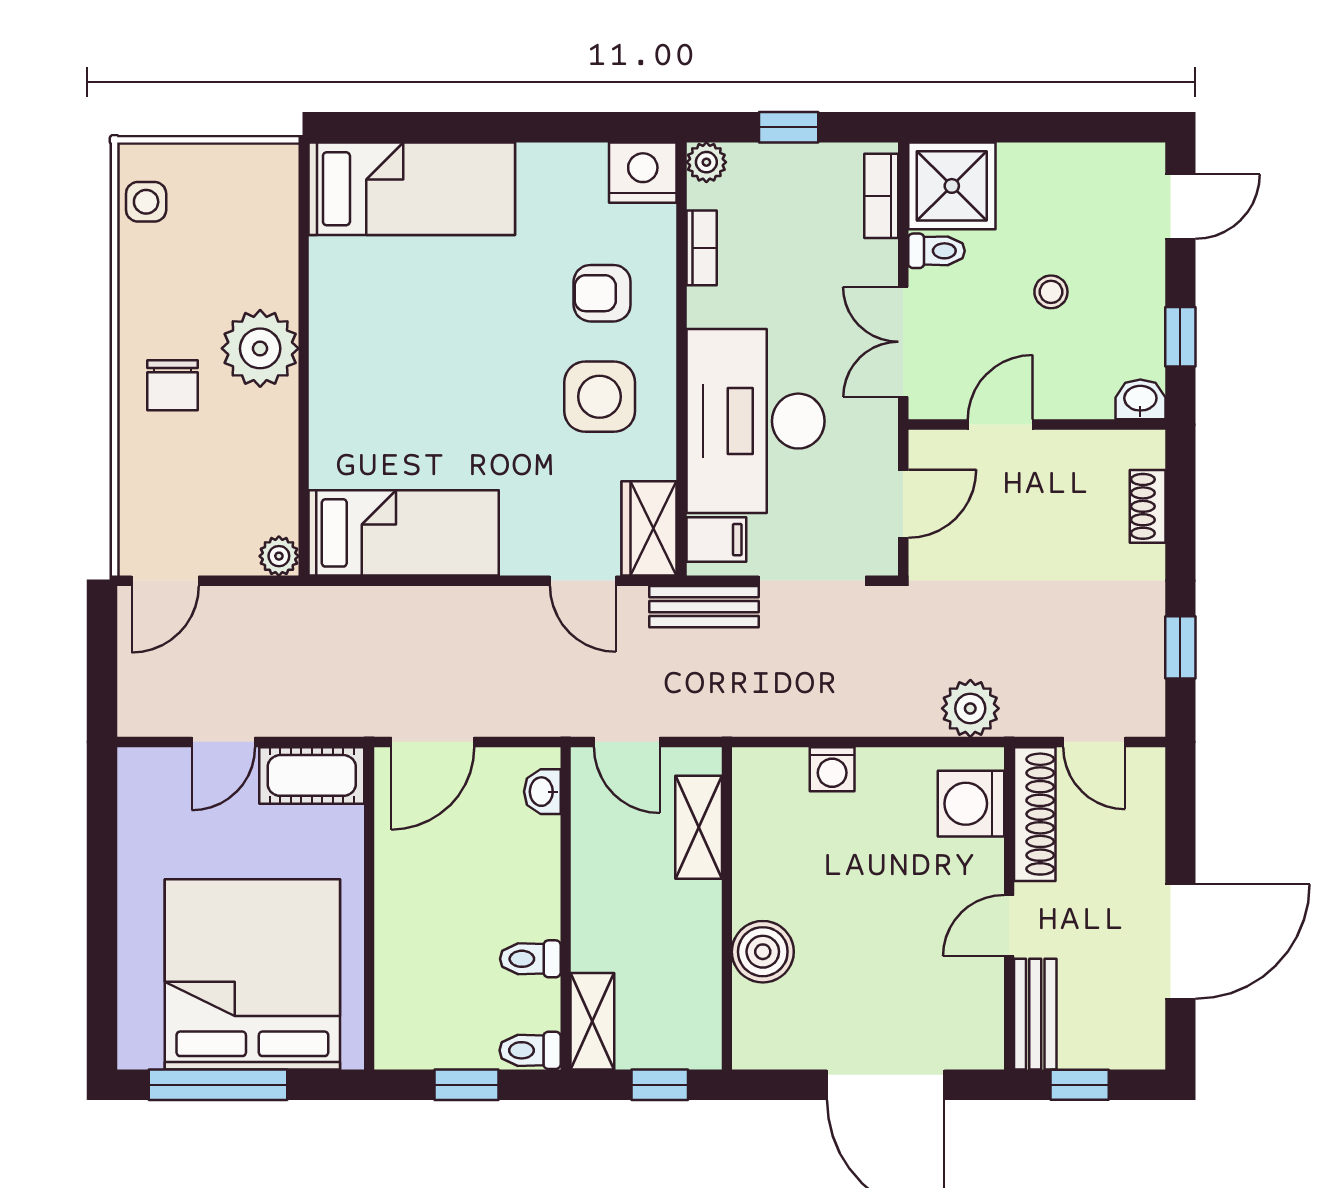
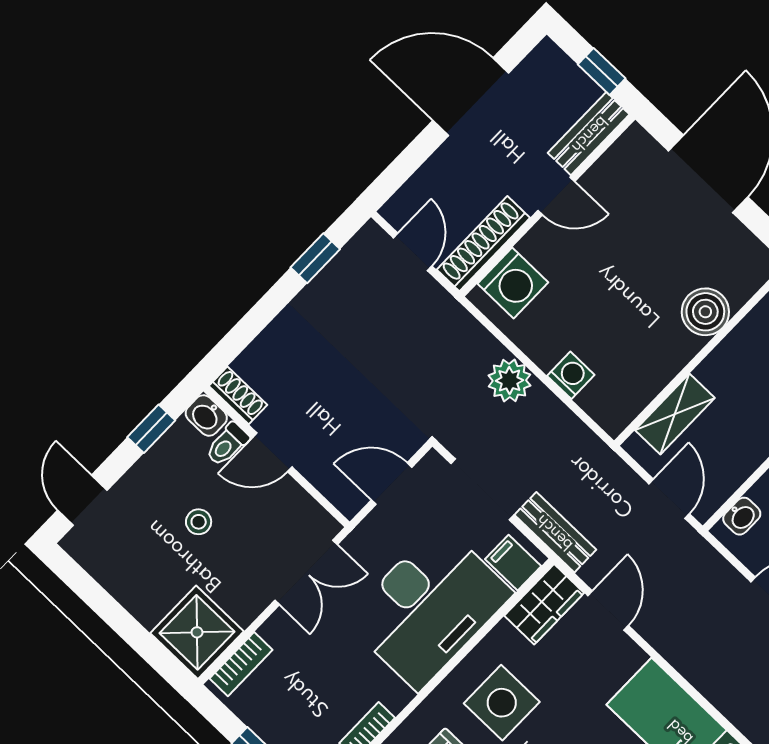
door: (1180, 207) -> (82, 500), hinge flipped
toilet: (936, 251) -> (227, 444), moved, turned -90
door: (1000, 425) -> (272, 452), moved
shoe rack: (1148, 506) -> (238, 395), moved, turned -90
plant: (970, 708) -> (509, 380), moved

